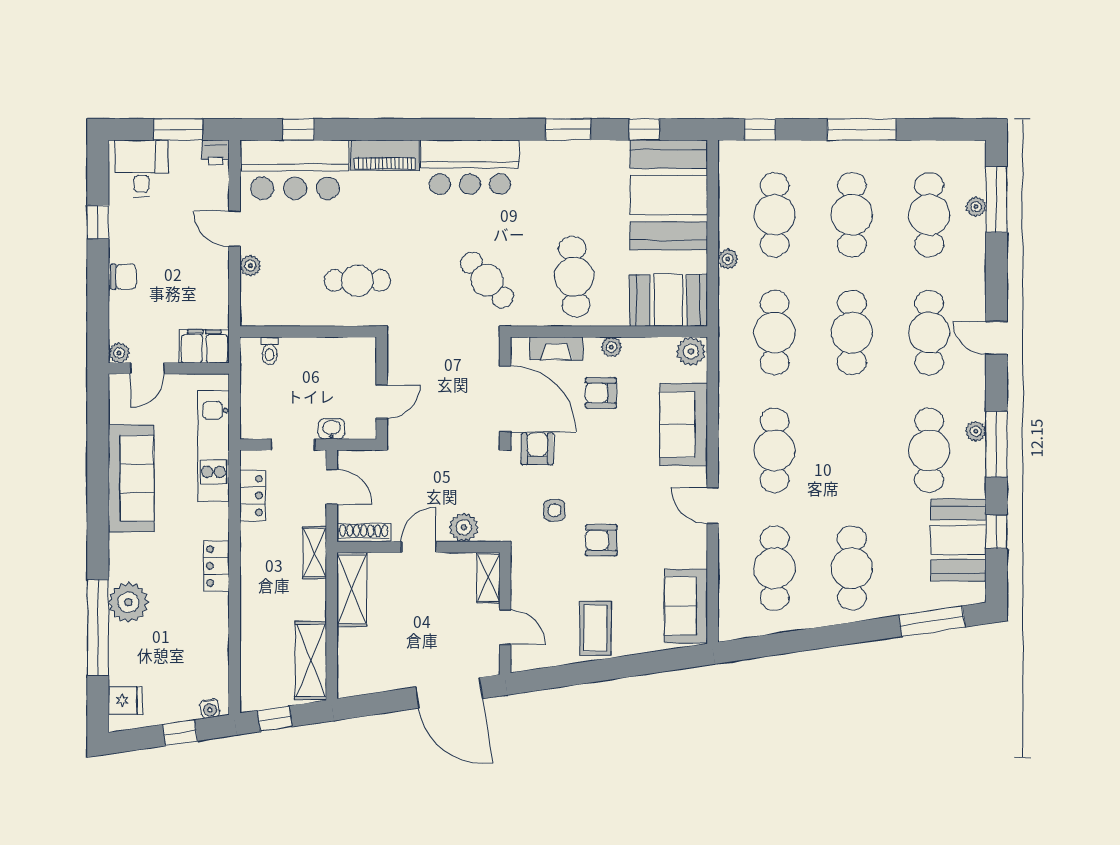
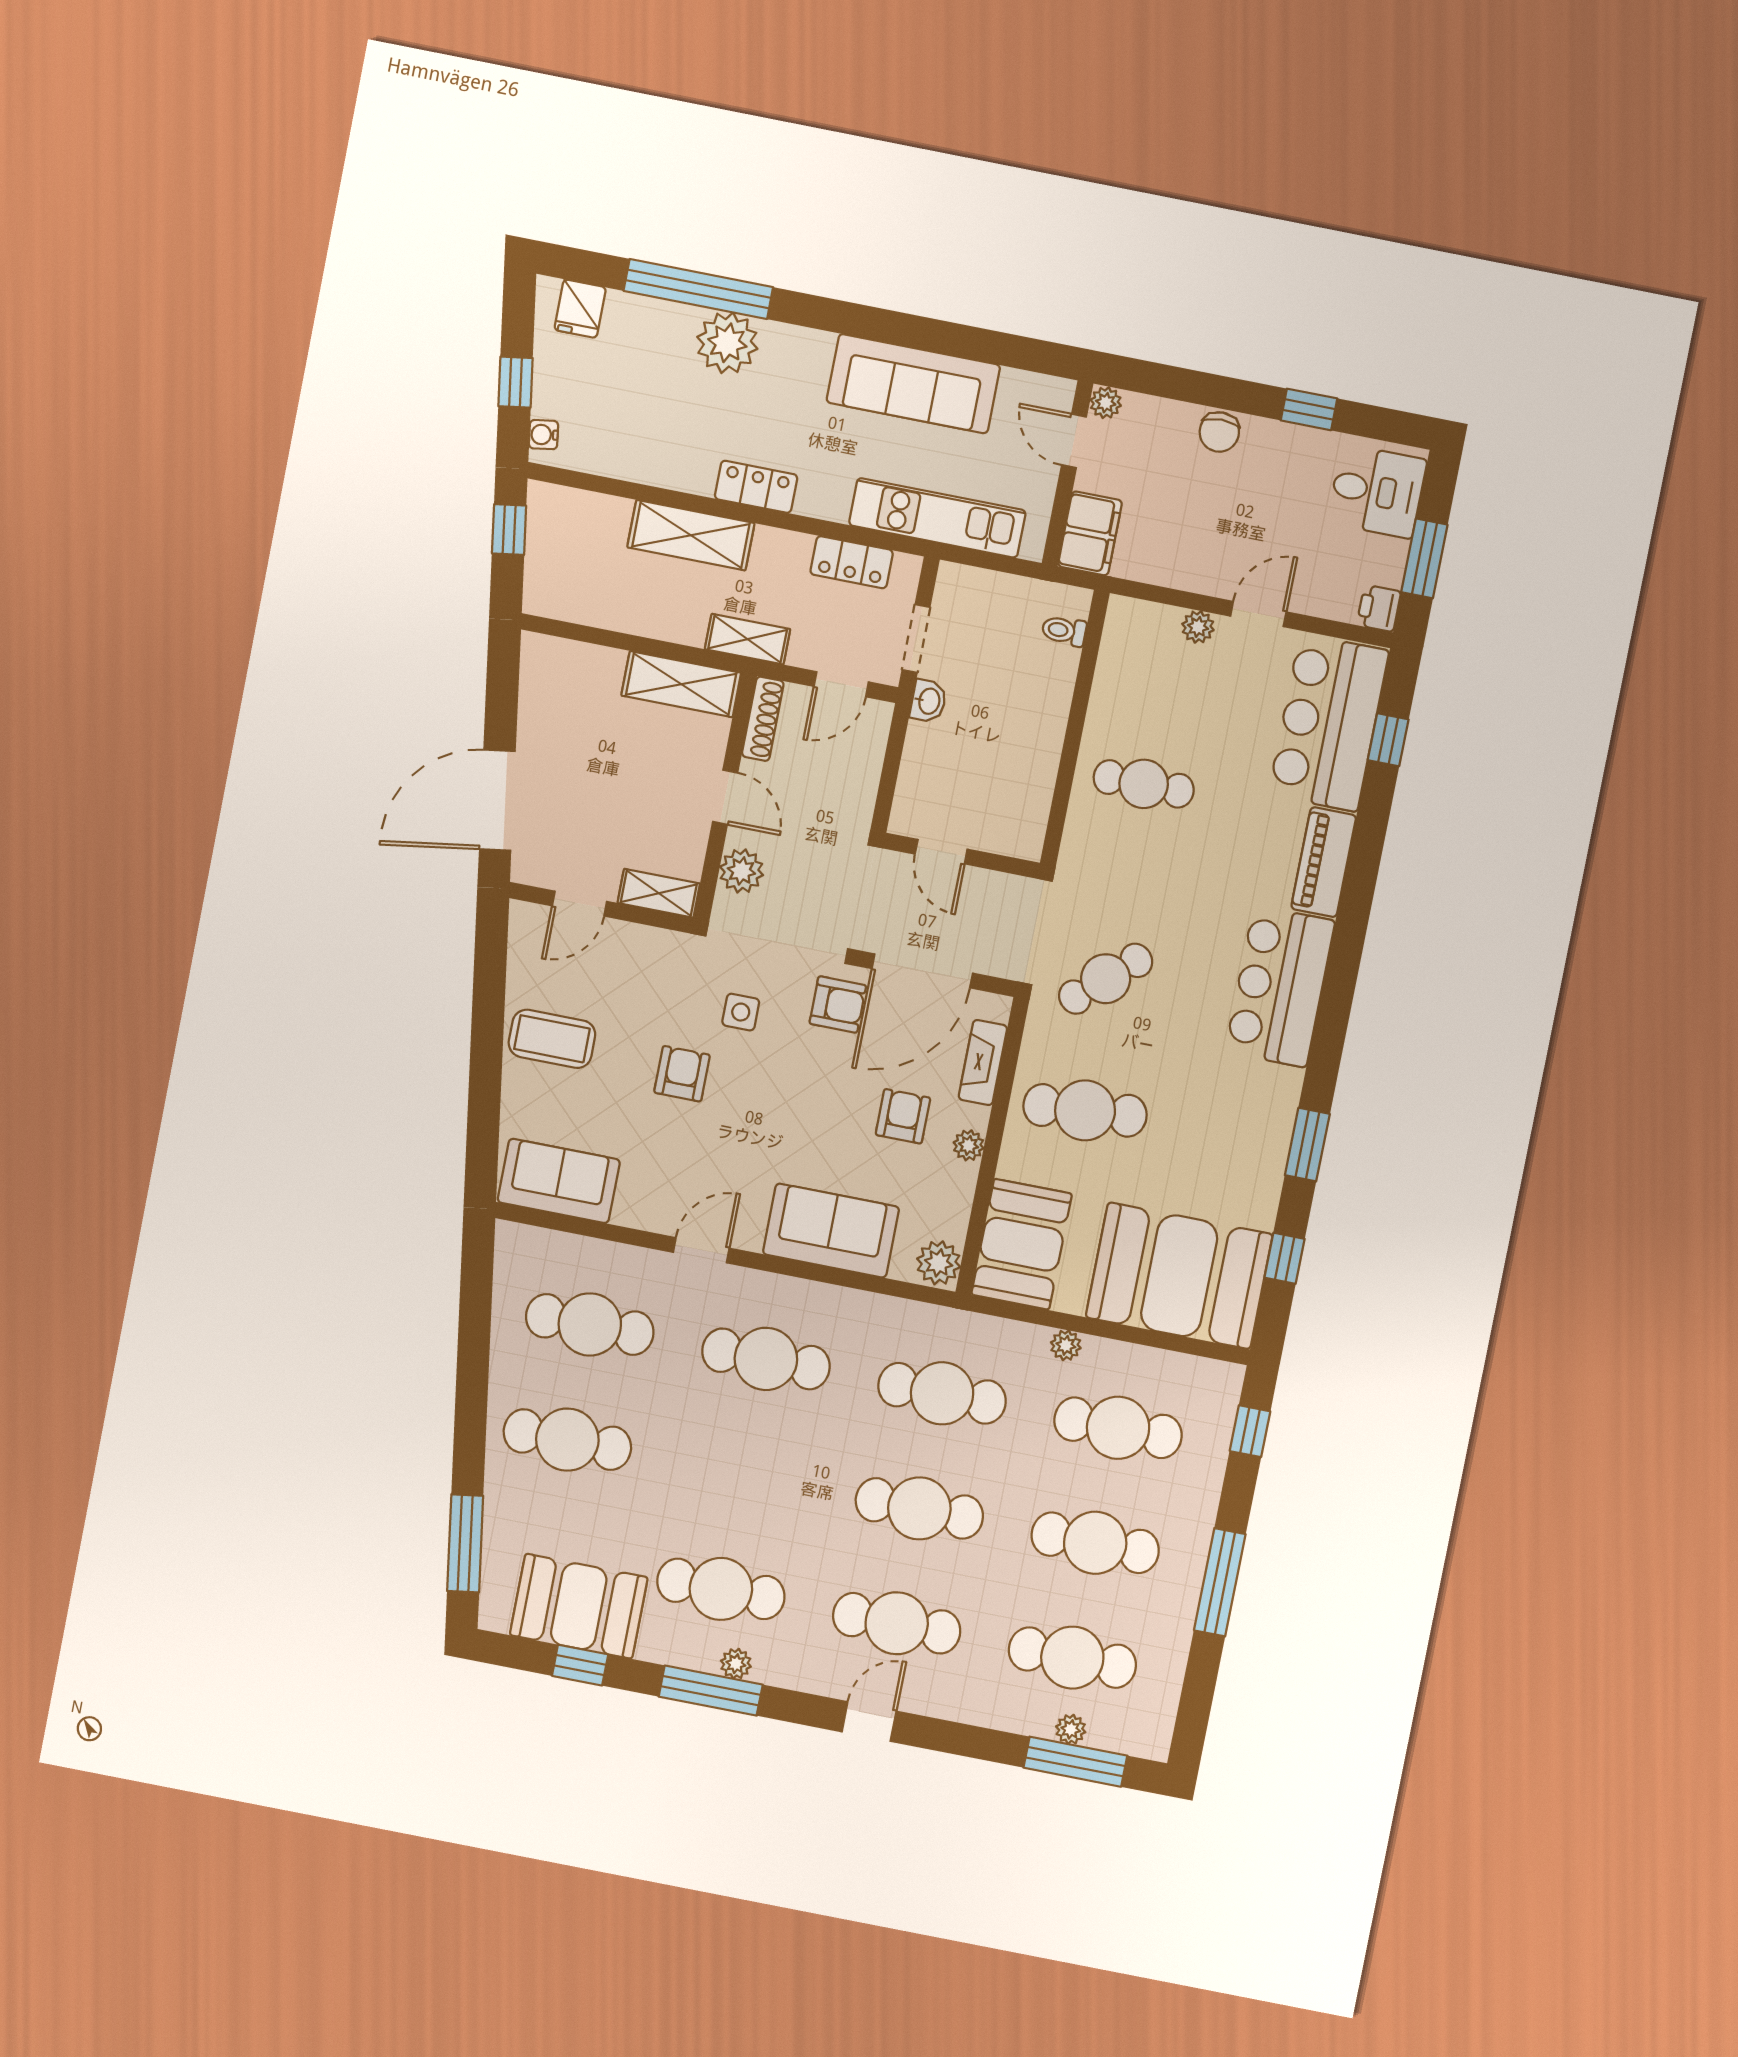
cafe table: (357, 280) -> (1144, 784), turned 90
wall: (382, 388) -> (962, 856), moved
door: (382, 402) -> (941, 852), moved
shelving: (311, 660) -> (691, 535), moved

